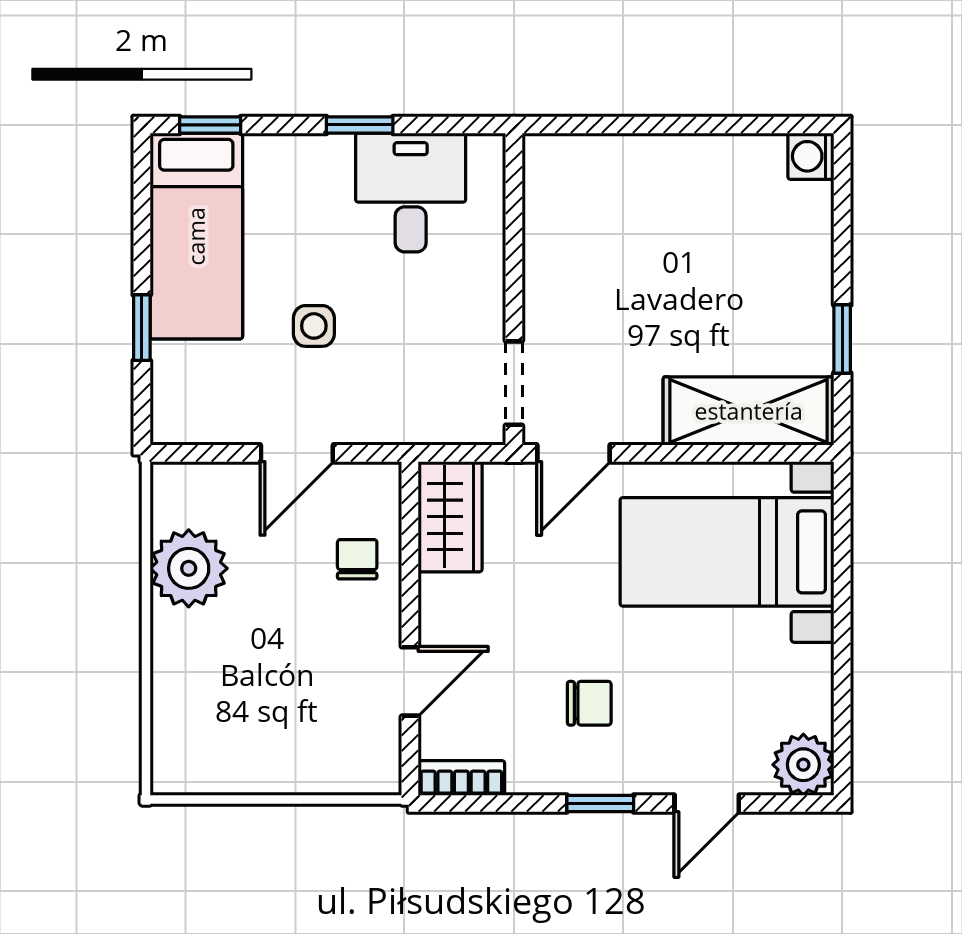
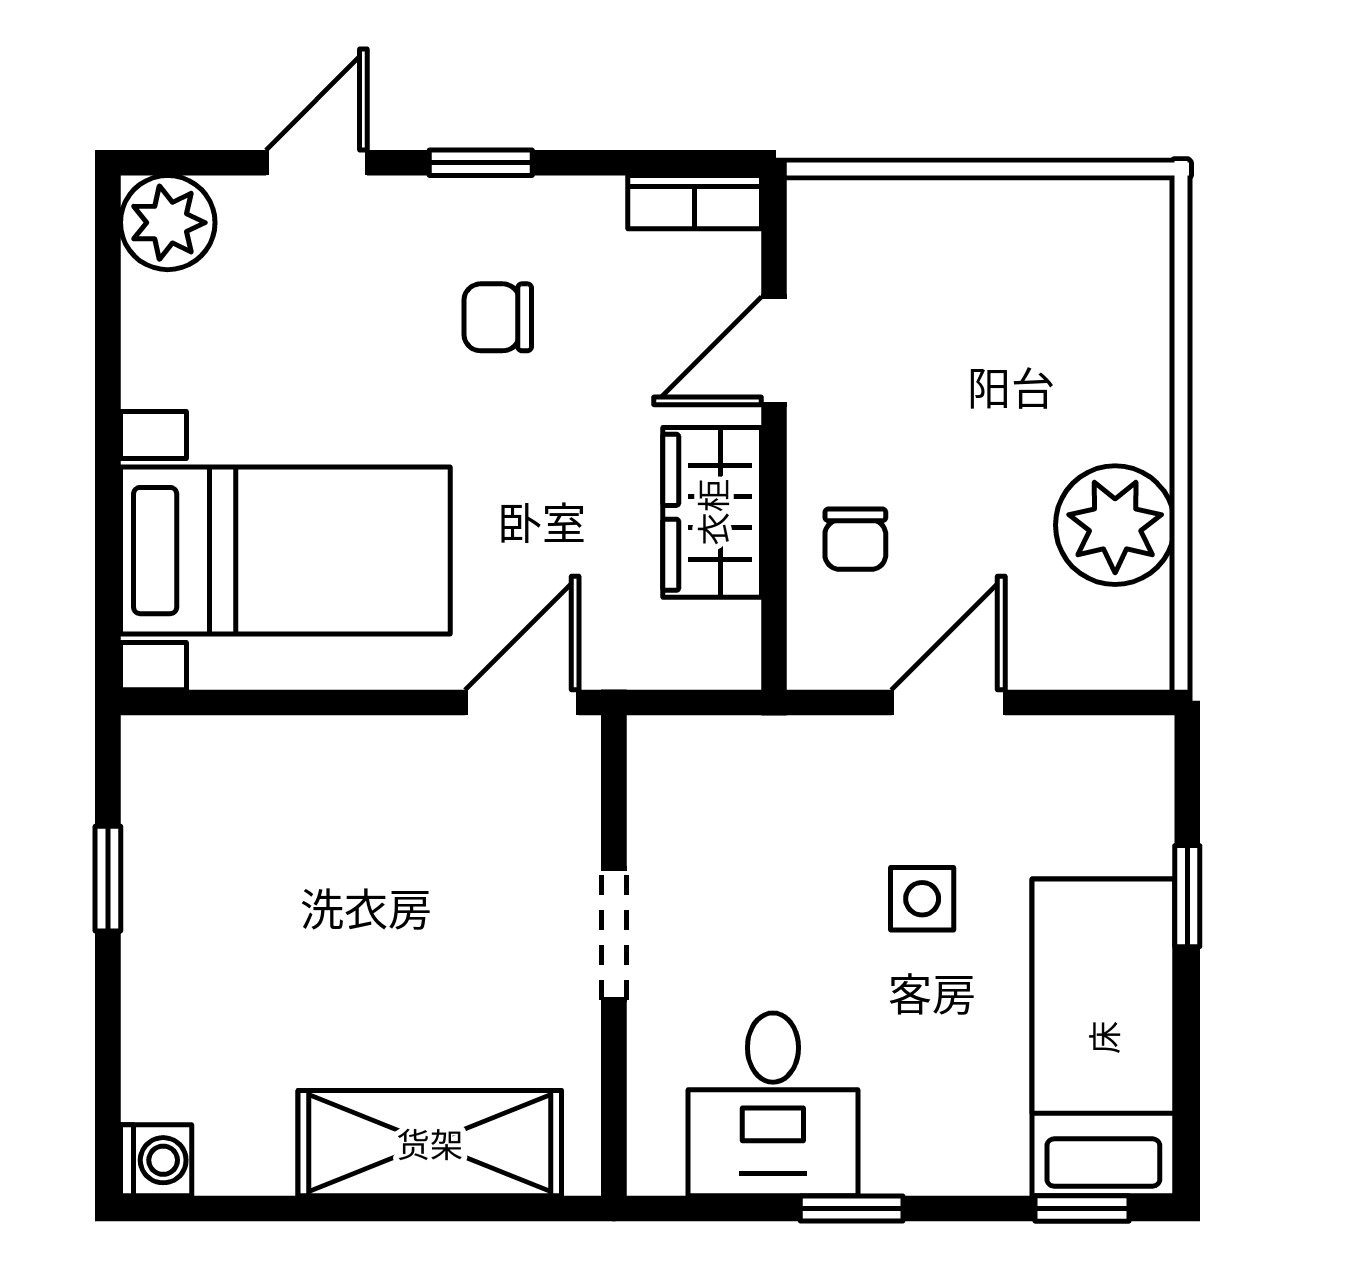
doorway: (514, 383) -> (614, 934), moved
shelving: (749, 411) -> (430, 1143), moved
wardrobe: (450, 517) -> (712, 512), moved

